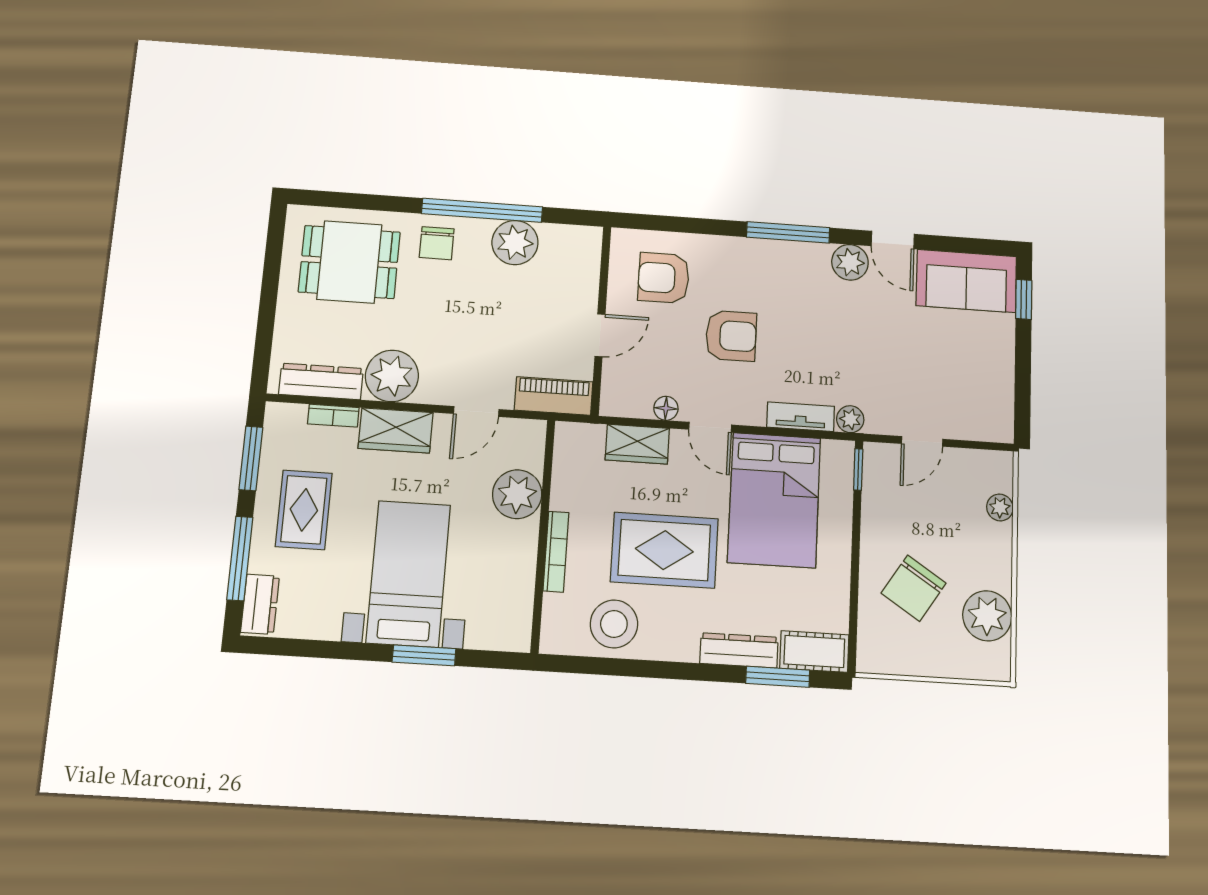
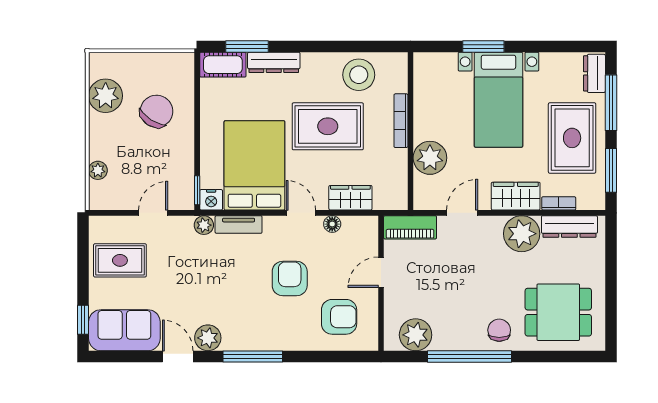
plant: (515, 242) -> (416, 335), moved
armchair: (731, 336) -> (290, 278), turned 90
rug: (971, 378) -> (120, 260), added
nightstand: (839, 455) -> (211, 200), added
rug: (304, 510) -> (572, 138), width x1.36, depth x1.43

